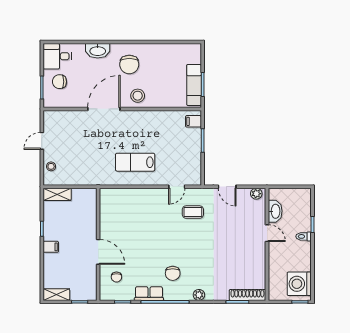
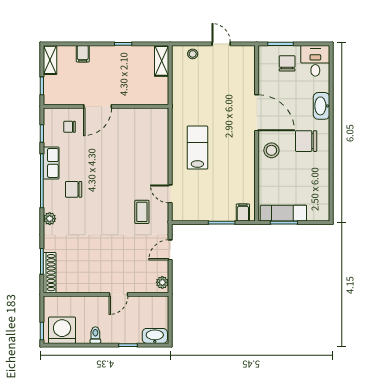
washbasin: (275, 211) -> (155, 336), moved, turned 180
toilet: (304, 236) -> (95, 335), moved
filing cabinet: (51, 247) -> (83, 54), moved

